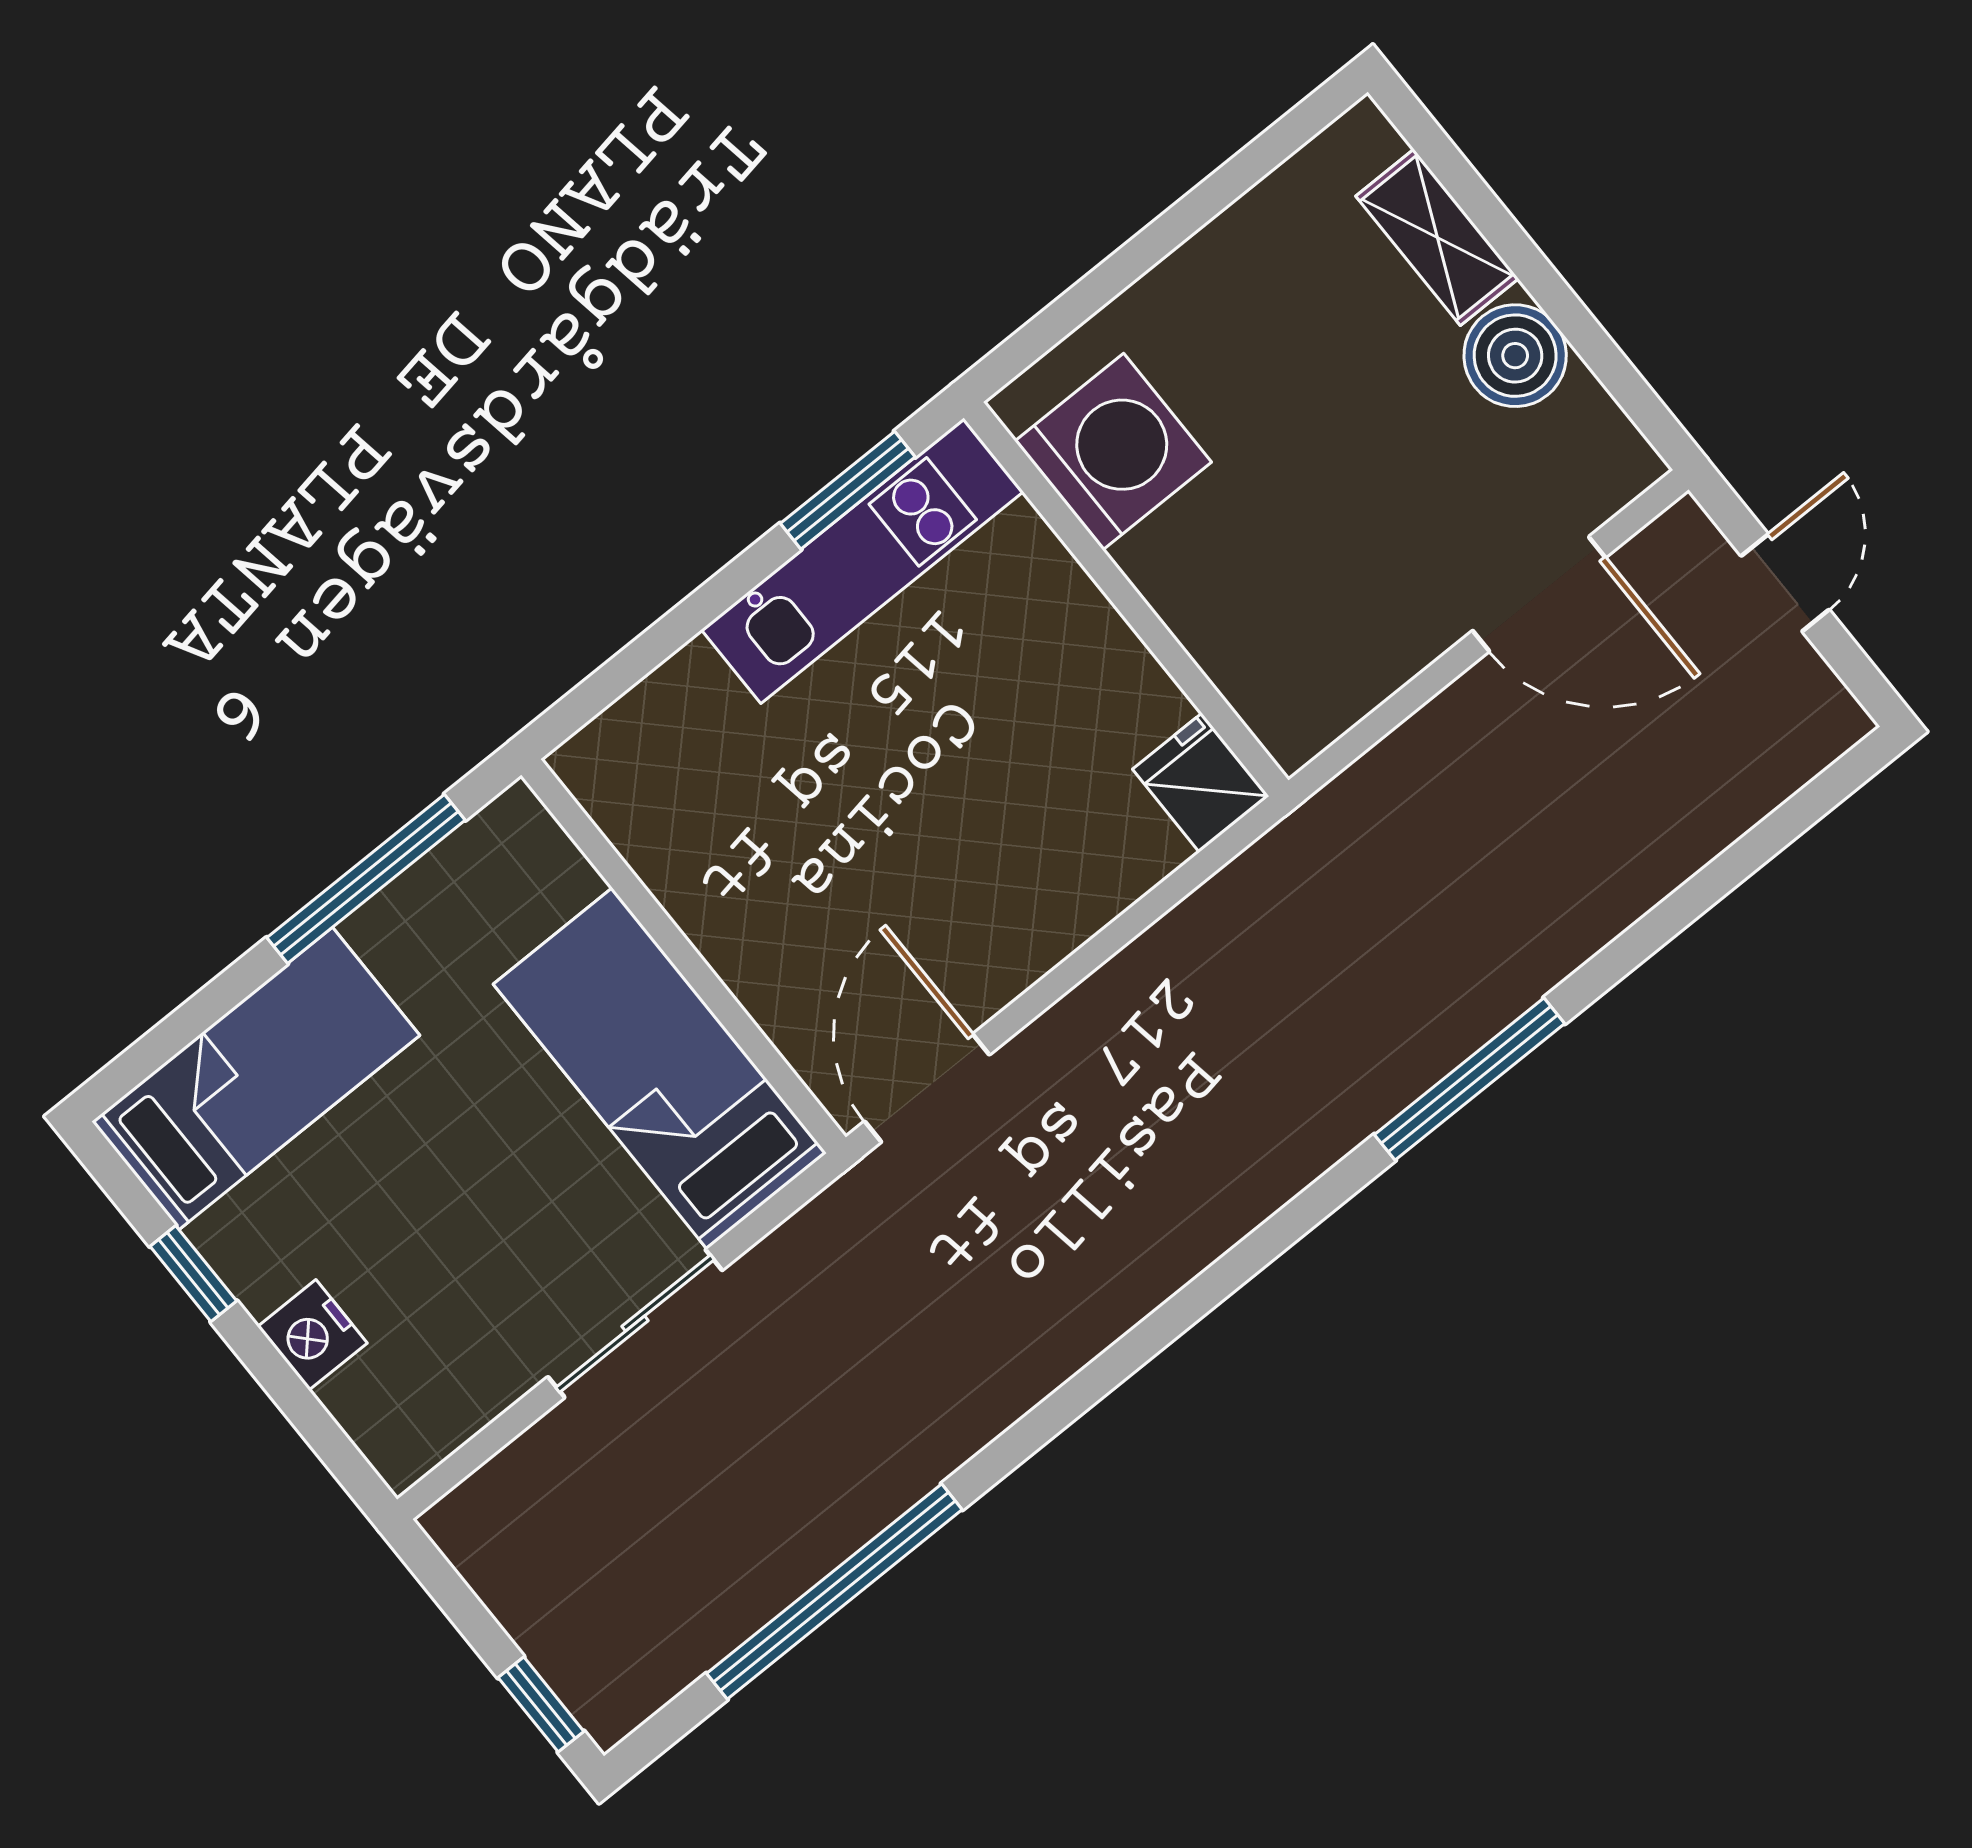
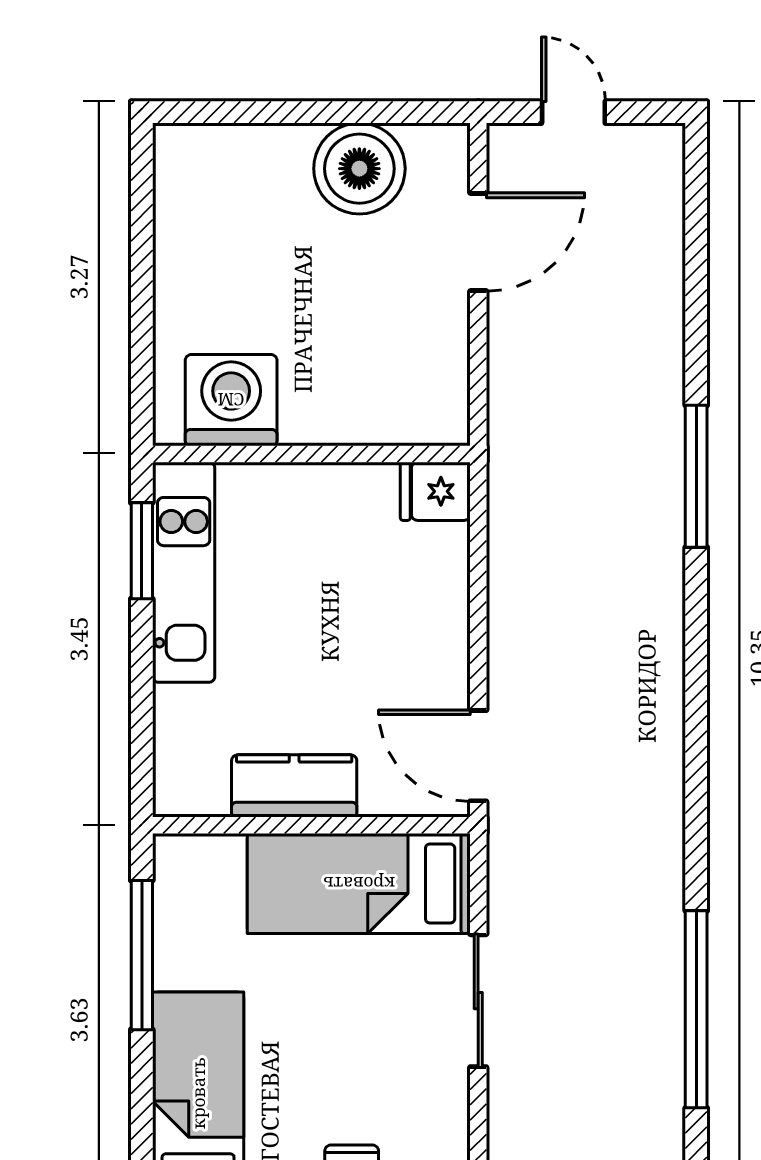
shelving: (1437, 237) -> (255, 147), removed
boiler: (1515, 356) -> (359, 169), width x1.37, depth x1.37
kitchen counter: (714, 898) -> (294, 786), added

